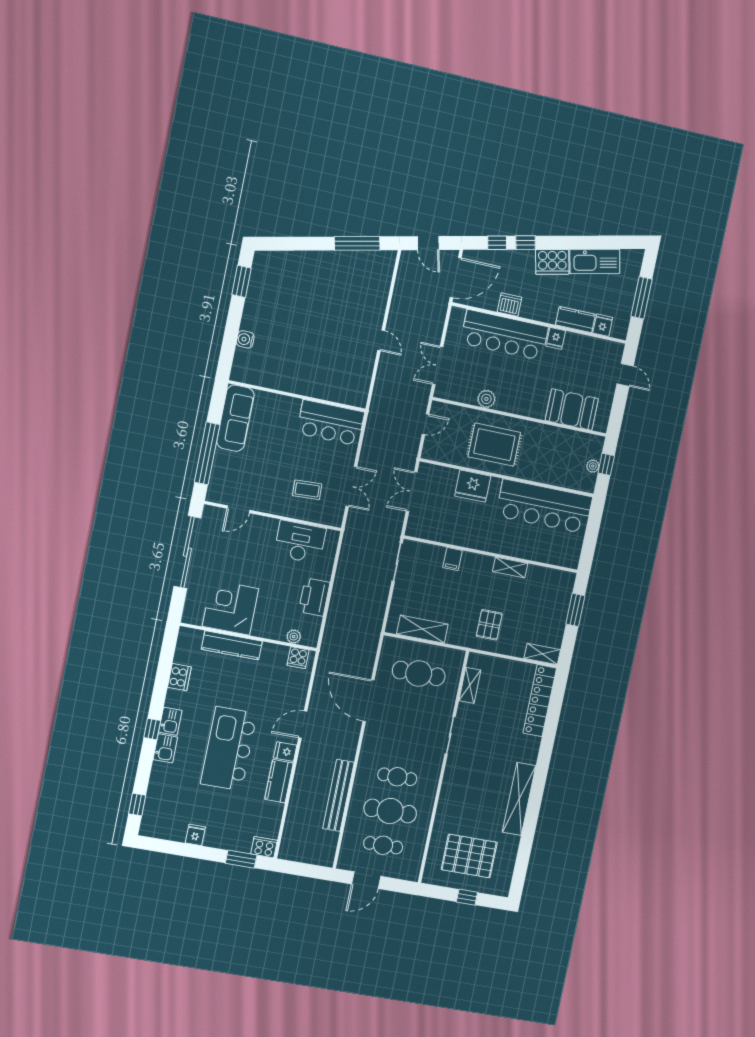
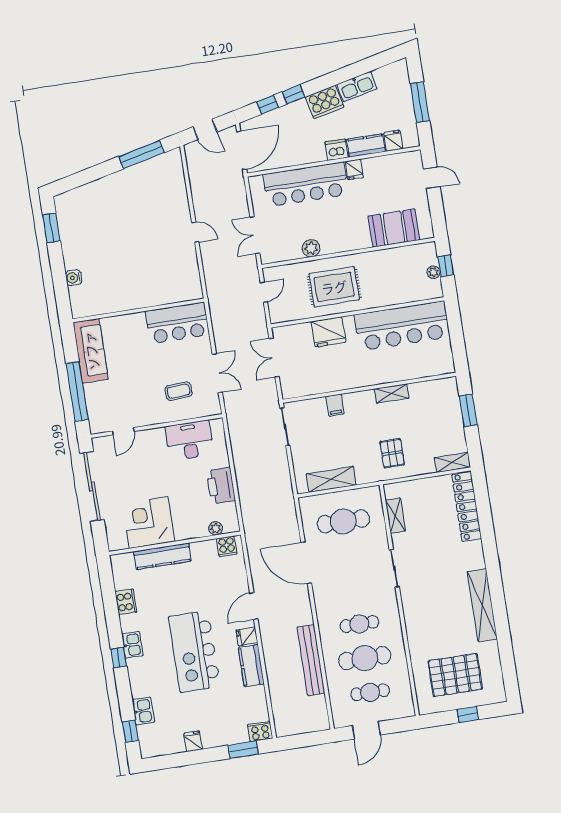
kitchen sink: (595, 261) -> (357, 87), width x0.73, depth x0.81
dishwasher: (510, 305) -> (336, 150), moved
kitchen sink: (165, 748) -> (143, 711), moved

